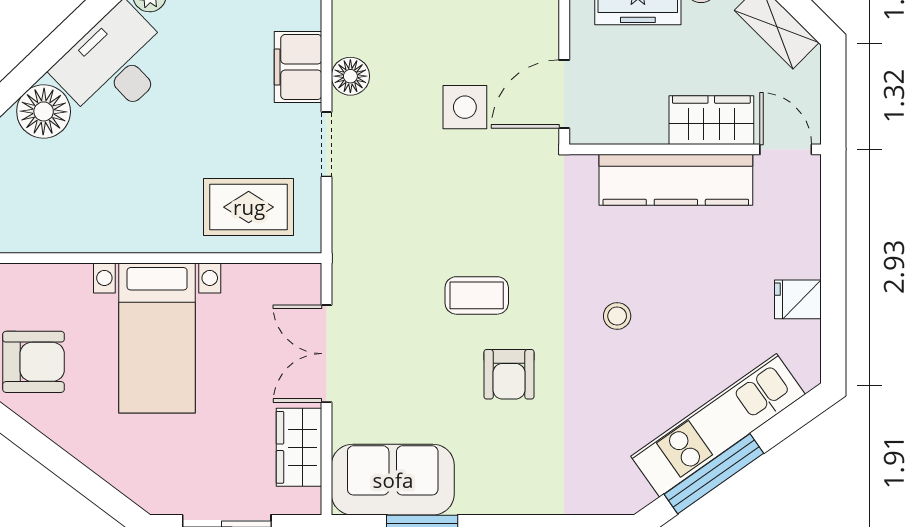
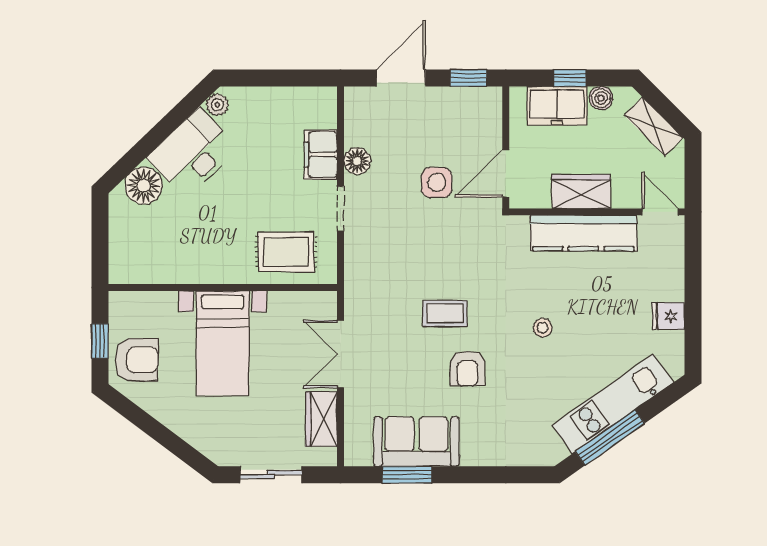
wardrobe: (711, 120) -> (581, 191), moved
sofa: (393, 480) -> (417, 442), moved

